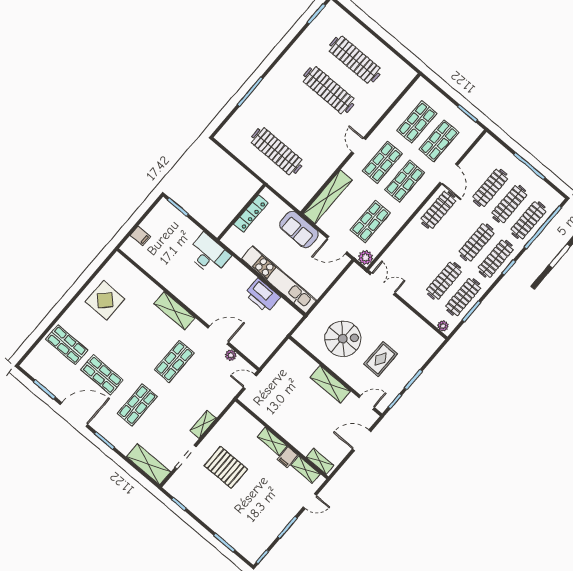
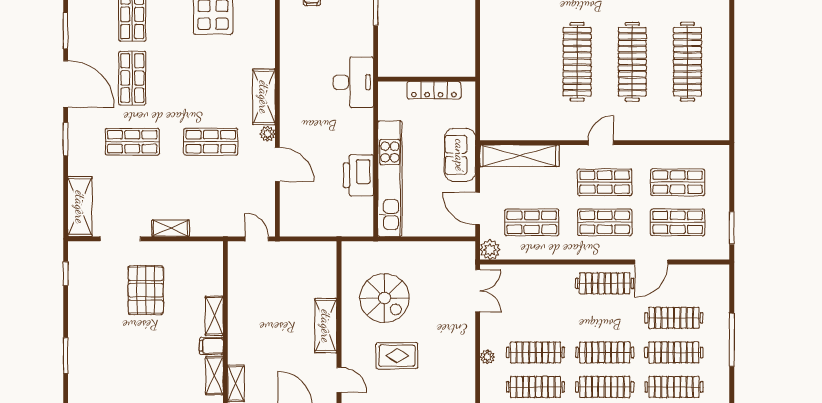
clothes rail: (277, 151) -> (577, 62), moved
plant: (443, 326) -> (487, 357), moved
plant: (231, 355) -> (267, 134), moved

